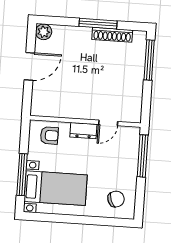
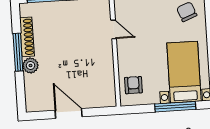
plant: (44, 32) -> (31, 65), moved
dresser: (83, 131) -> (124, 52), removed

